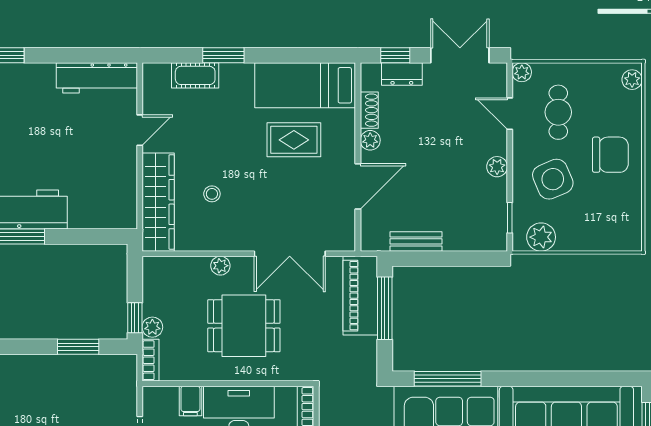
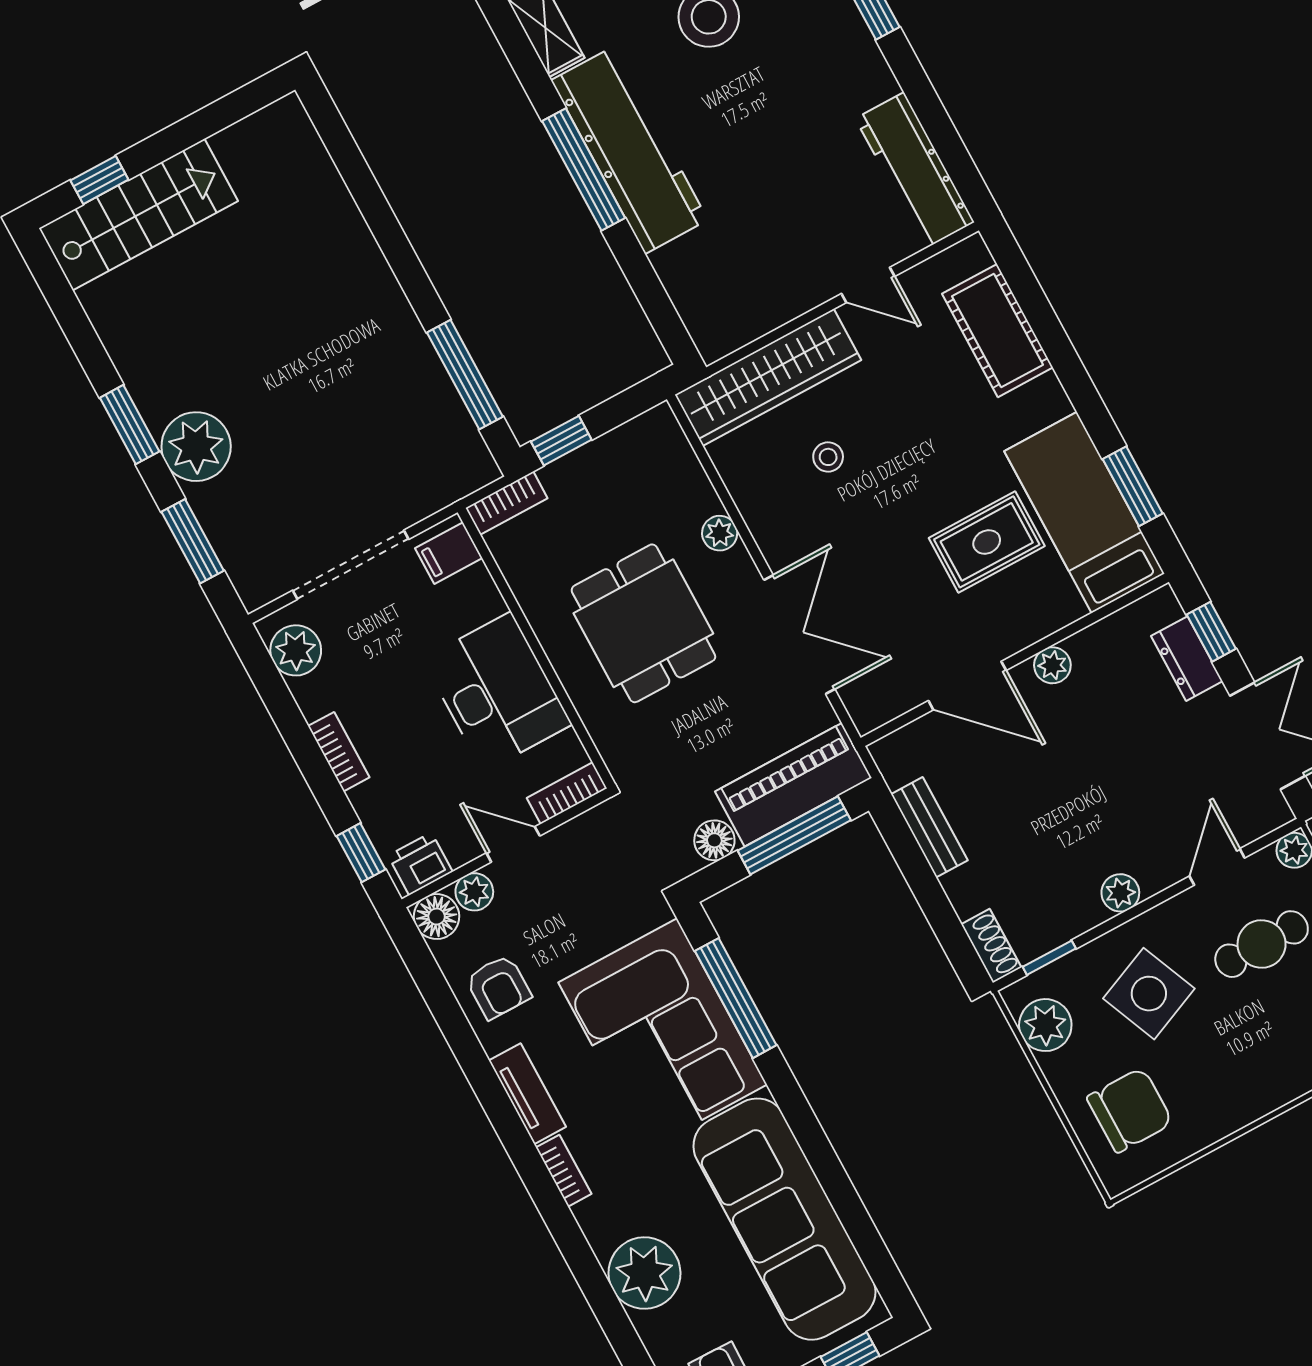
window: (223, 55) -> (1133, 486), moved
cot: (195, 75) -> (997, 331), width x1.37, depth x1.34
shoe rack: (369, 110) -> (991, 946), moved, turned -90
rug: (294, 140) -> (987, 542), turned 90
chair: (610, 155) -> (1130, 1110), moved, turned -90
double door: (290, 254) -> (799, 634), swing flipped
plant: (152, 327) -> (561, 477), removed
window: (78, 347) -> (465, 375), width x1.44
floor lamp: (366, 348) -> (714, 840), added
filing cabinet: (190, 401) -> (449, 553), moved

